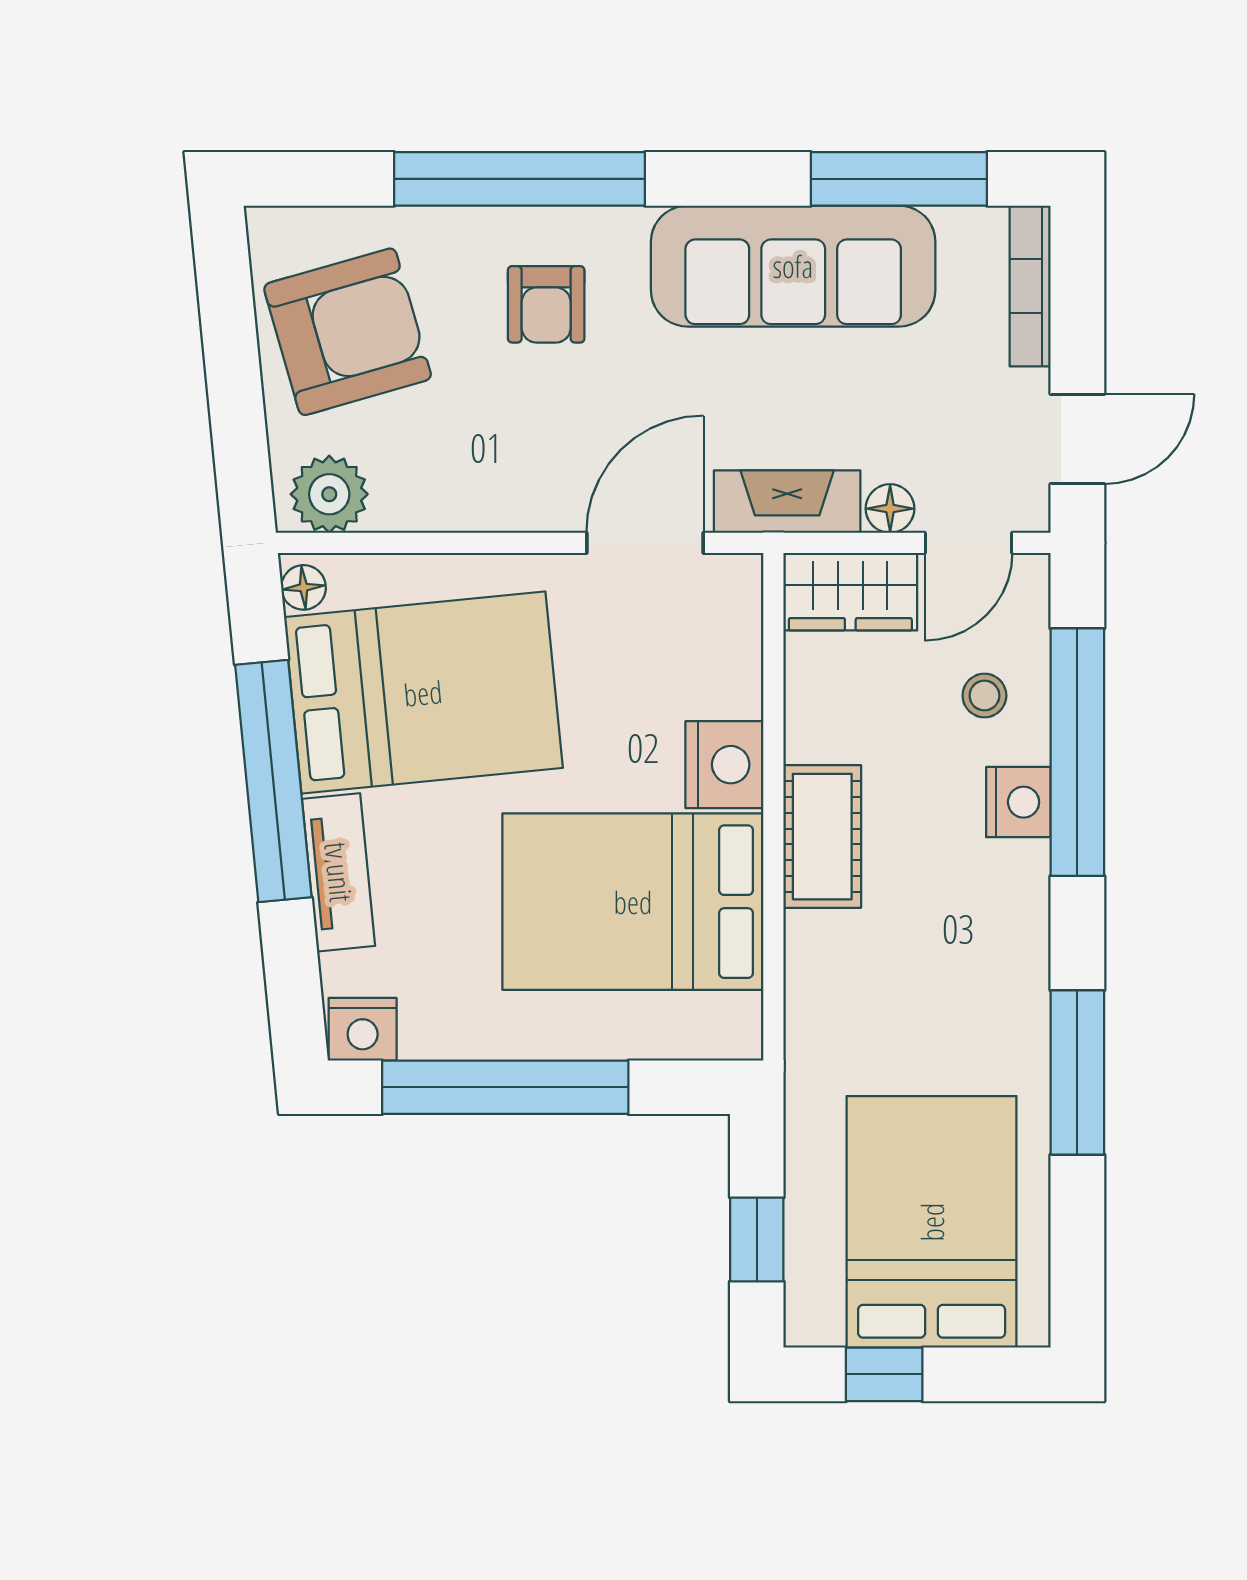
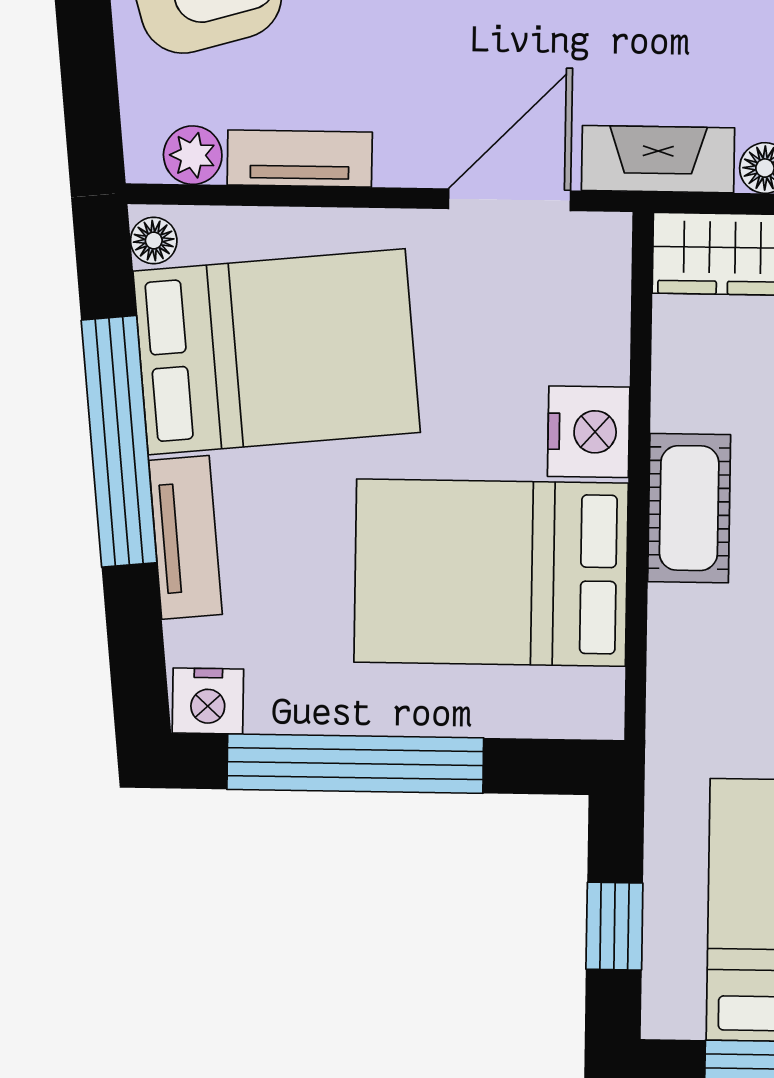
plant: (329, 494) -> (193, 155), width x0.73, depth x0.73
tv unit: (443, 506) -> (300, 158), added

